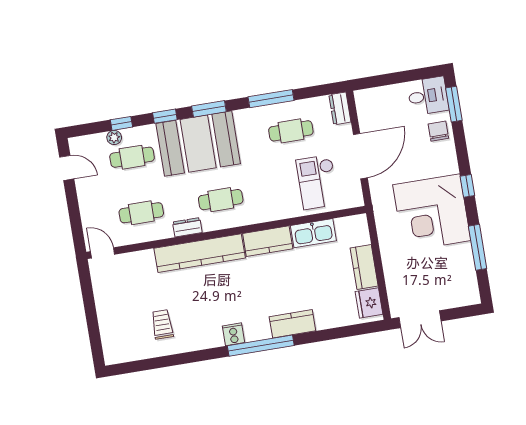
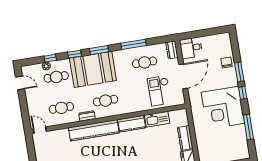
desk: (428, 96) -> (191, 48), moved, turned 180
window: (454, 104) -> (239, 72), moved

